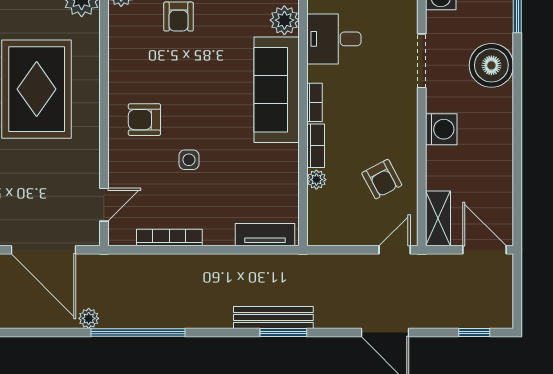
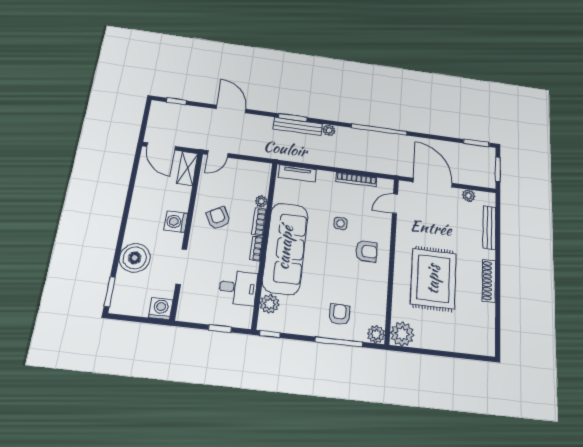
sofa: (277, 90) -> (285, 248), width x1.36, depth x1.27
armchair: (382, 179) -> (218, 218), moved
plant: (89, 318) -> (329, 130), moved

